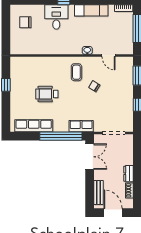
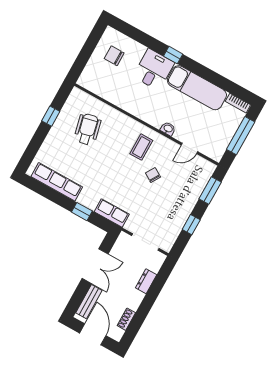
exam couch: (91, 10) -> (197, 88), width x1.36, depth x1.45
door: (108, 55) -> (189, 148), hinge flipped
wheelchair: (47, 94) -> (87, 129), moved, turned 77
window: (61, 136) -> (82, 212), width x0.32
double door: (90, 157) -> (95, 266), moved
dresser: (128, 174) -> (146, 281), moved

